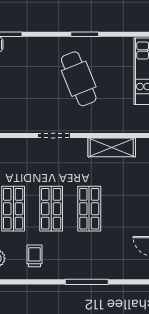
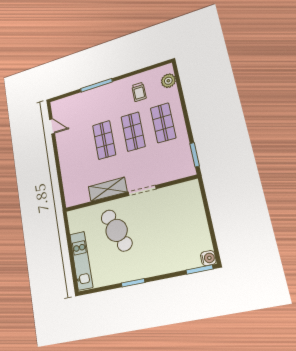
cafe table: (79, 79) -> (117, 230), moved
shelving: (112, 147) -> (108, 189), moved

